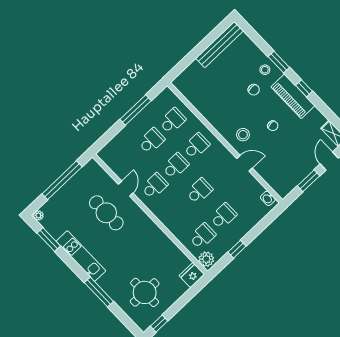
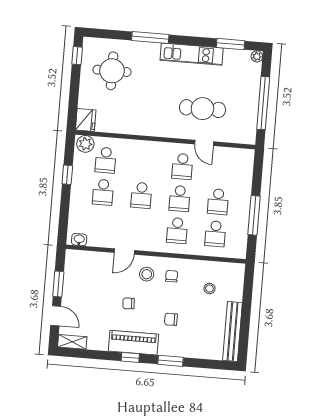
stool: (265, 70) -> (209, 289), moved
chair: (227, 118) -> (172, 276), added

